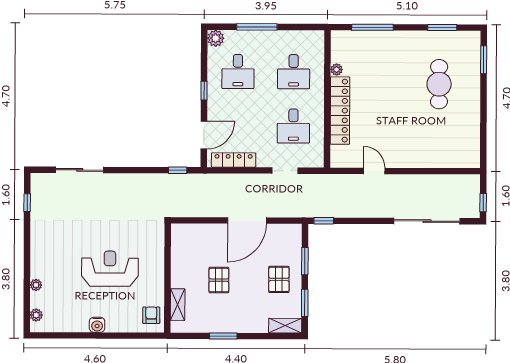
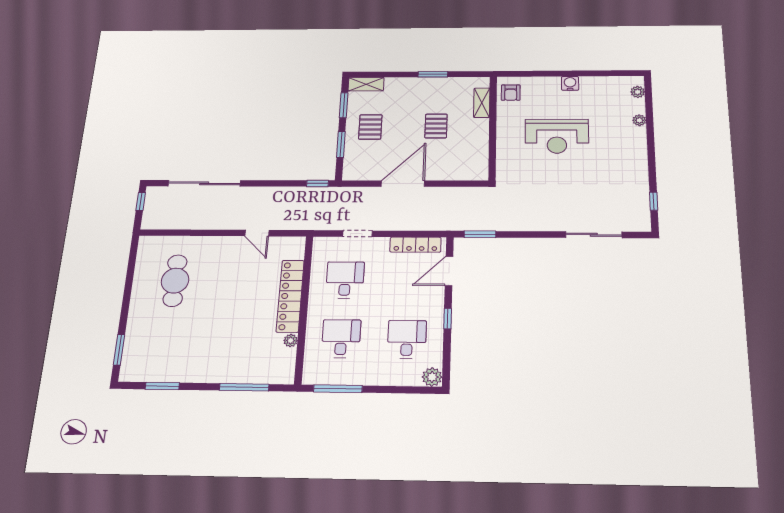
window: (257, 27) -> (338, 389), moved
cafe table: (439, 84) -> (175, 281), moved
window: (178, 170) -> (480, 234), width x1.50

